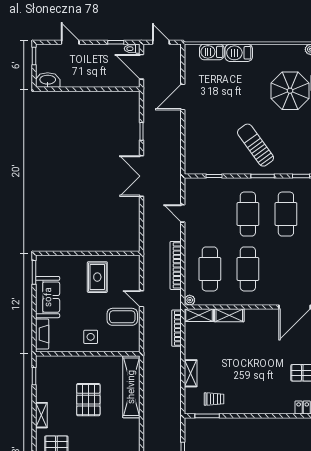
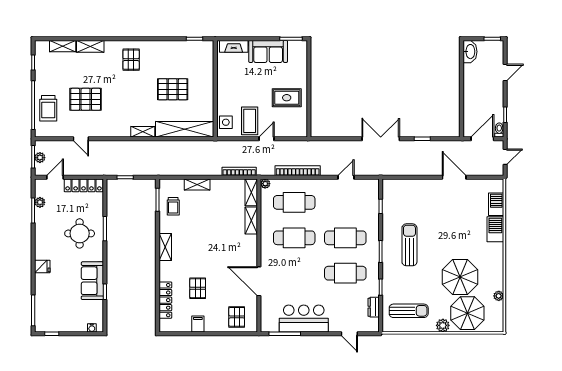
sun lounger: (255, 145) -> (409, 245), turned -54
side table: (91, 337) -> (226, 122), moved
shelving: (258, 408) -> (165, 247), added
shelving: (41, 415) -> (143, 132), moved

